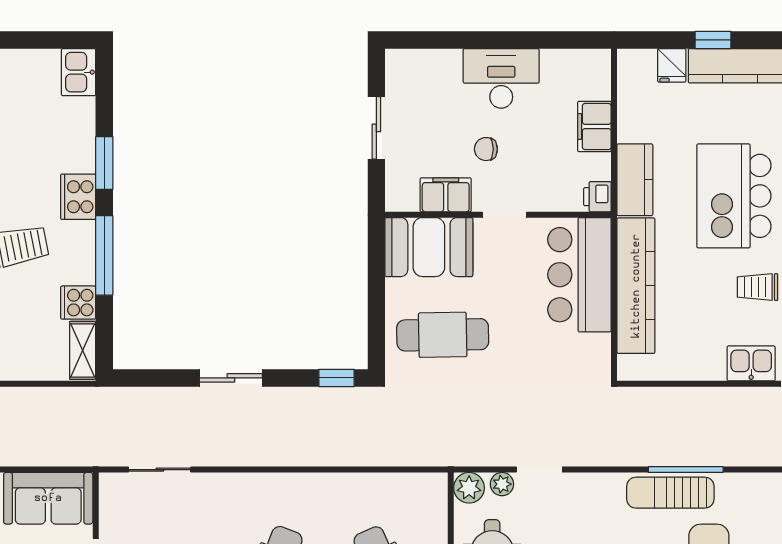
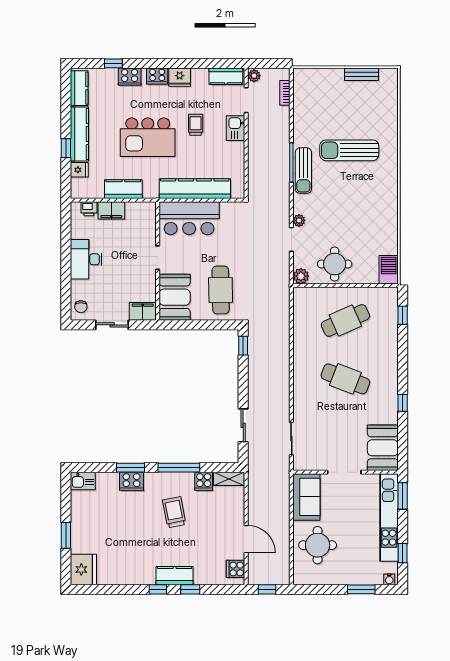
chair: (486, 149) -> (81, 307), moved
kitchen counter: (635, 180) -> (123, 189), moved
filing cabinet: (446, 195) -> (143, 311), moved, turned 90
cooker: (78, 197) -> (131, 481), moved
printer: (597, 197) -> (89, 209), moved
trolley: (757, 287) -> (196, 125), turned 180
sliding door: (231, 378) -> (243, 425), moved
plant: (502, 484) -> (299, 220), moved

